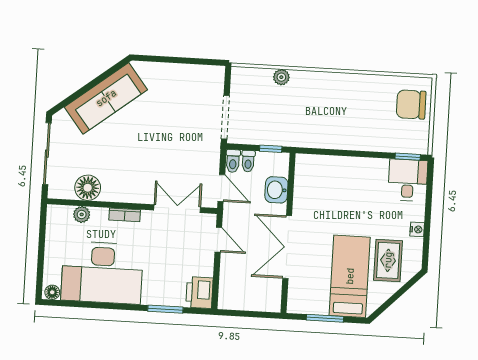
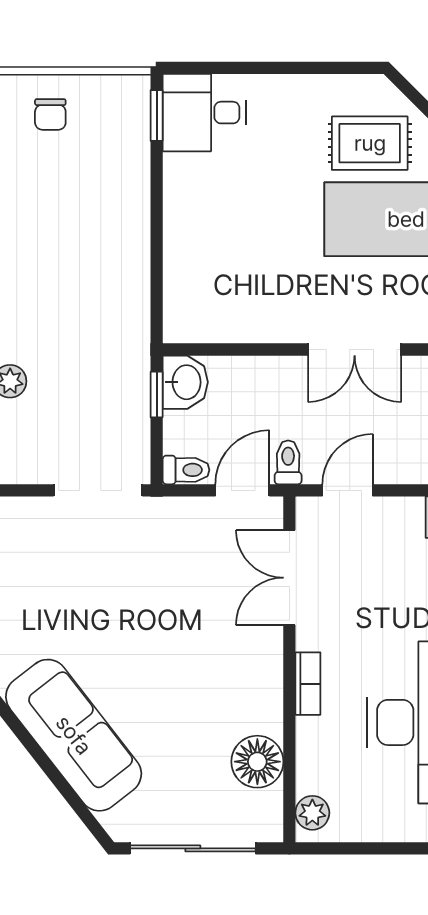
chair: (411, 104) -> (50, 114), width x0.54, depth x0.54
toilet: (248, 161) -> (288, 462), moved, turned -90
washbasin: (276, 190) -> (185, 382), moved, turned -90
plant: (82, 214) -> (312, 813), moved
nightstand: (417, 229) -> (303, 88), removed
double door: (287, 247) -> (355, 349), width x0.73

